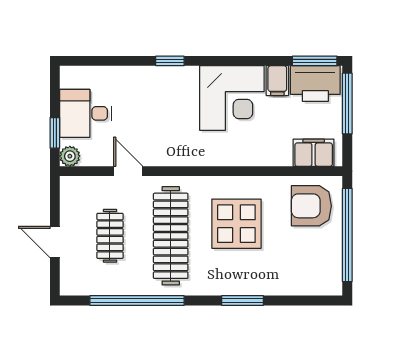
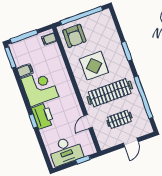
printer: (315, 84) -> (43, 116), moved
desk: (86, 113) -> (66, 151), width x1.37
filing cabinet: (314, 153) -> (49, 39), width x0.50
plant: (70, 156) -> (91, 150), removed

